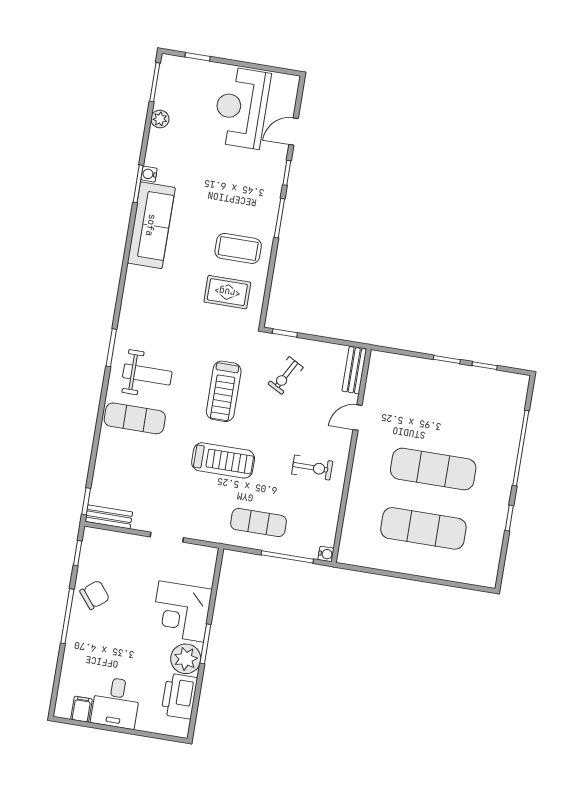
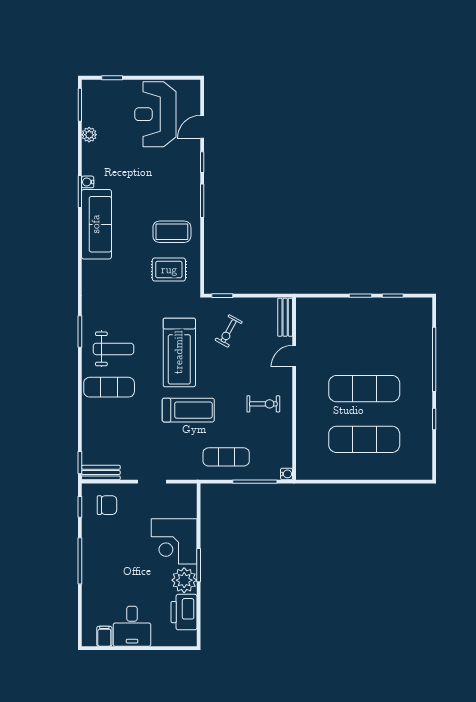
treadmill: (224, 391) -> (179, 352), width x1.37, depth x1.38
chair: (95, 595) -> (107, 505), moved, turned 39

